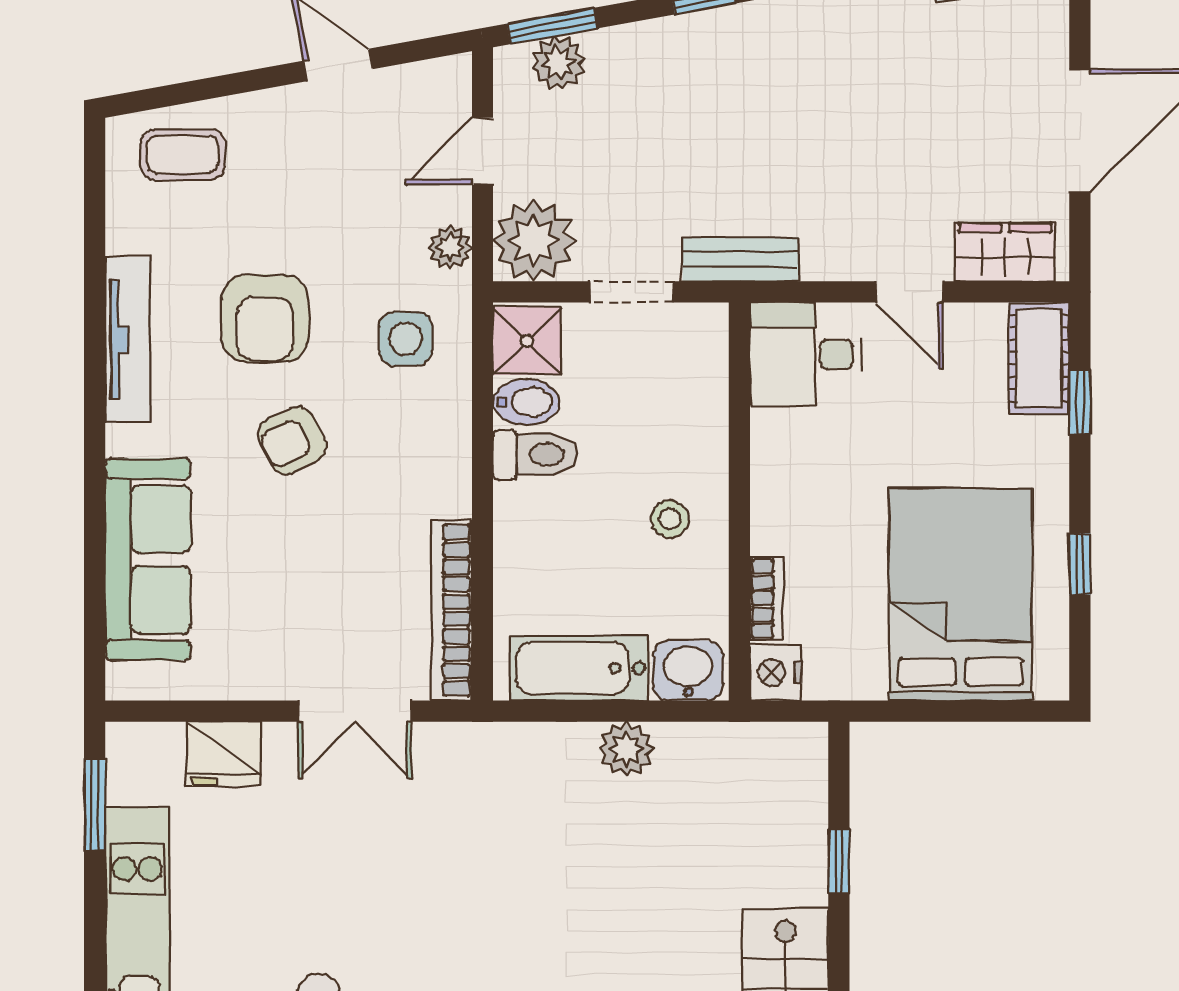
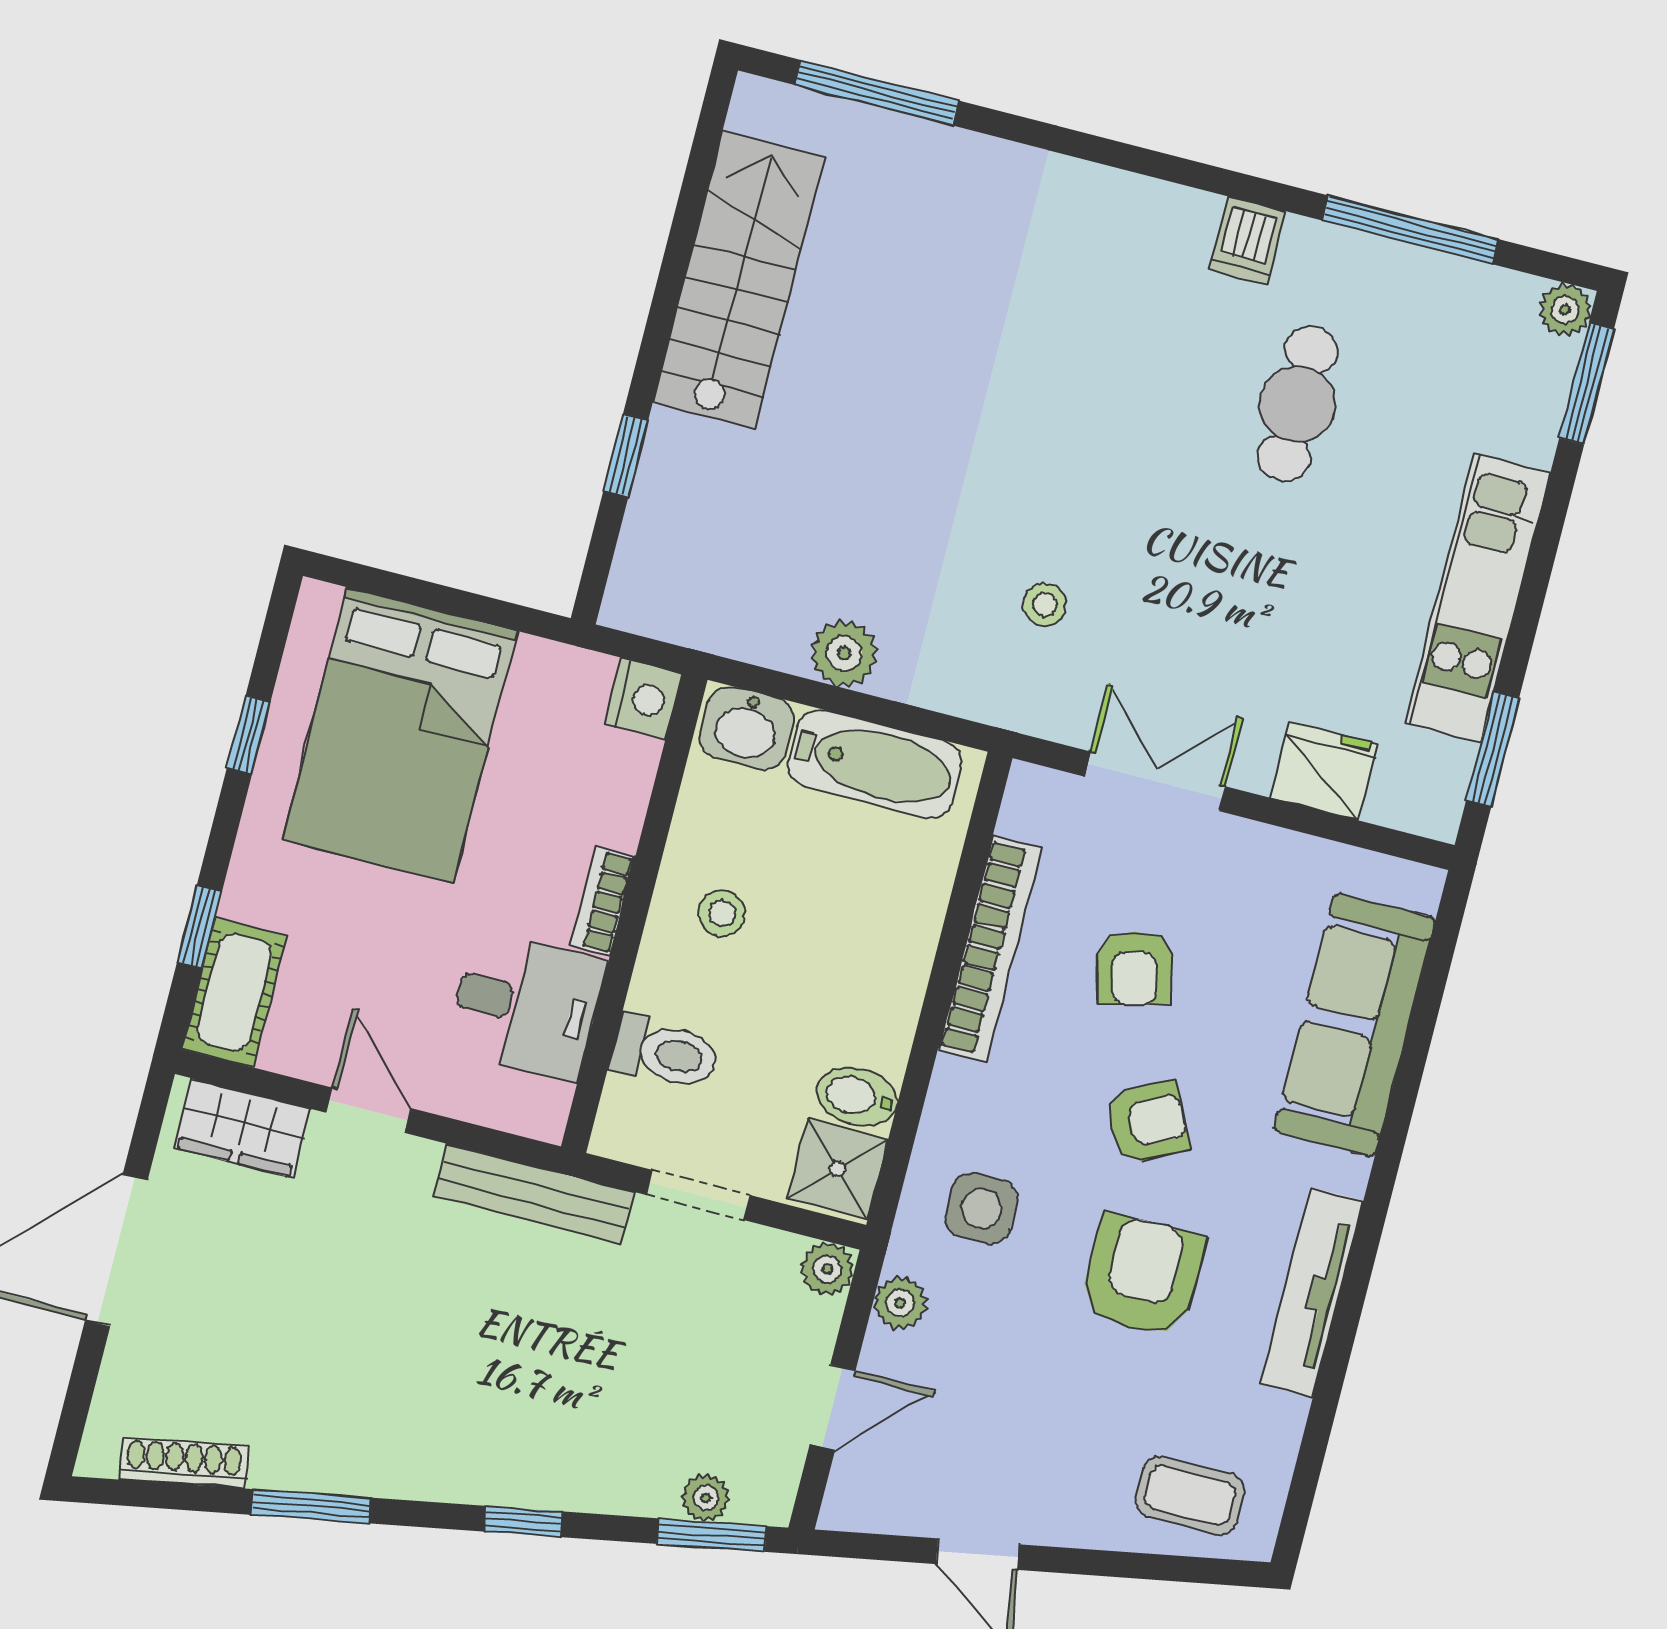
plant: (558, 63) -> (706, 1498), width x0.73, depth x0.73
plant: (534, 241) -> (827, 1269), width x0.53, depth x0.53
bench: (740, 259) -> (534, 1194), width x1.36
desk: (806, 354) -> (526, 1006), moved
toilet: (535, 455) -> (665, 1053), moved, turned 180
armchair: (333, 559) -> (1135, 968), added
bookcase: (767, 599) -> (603, 901), moved
bookcase: (452, 610) -> (990, 949), moved
stool: (478, 828) -> (1045, 605), added

